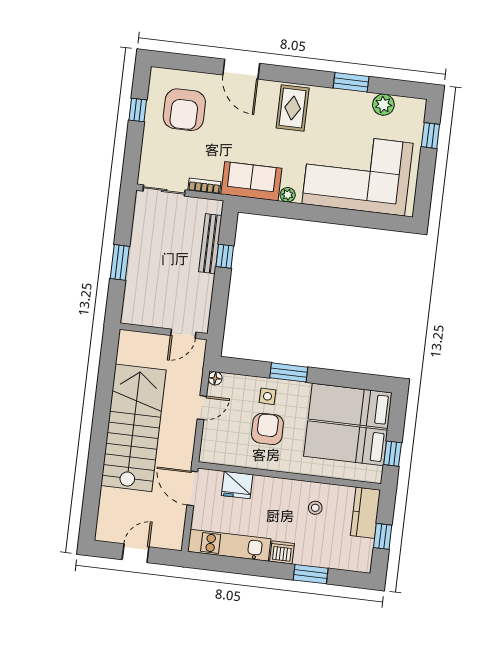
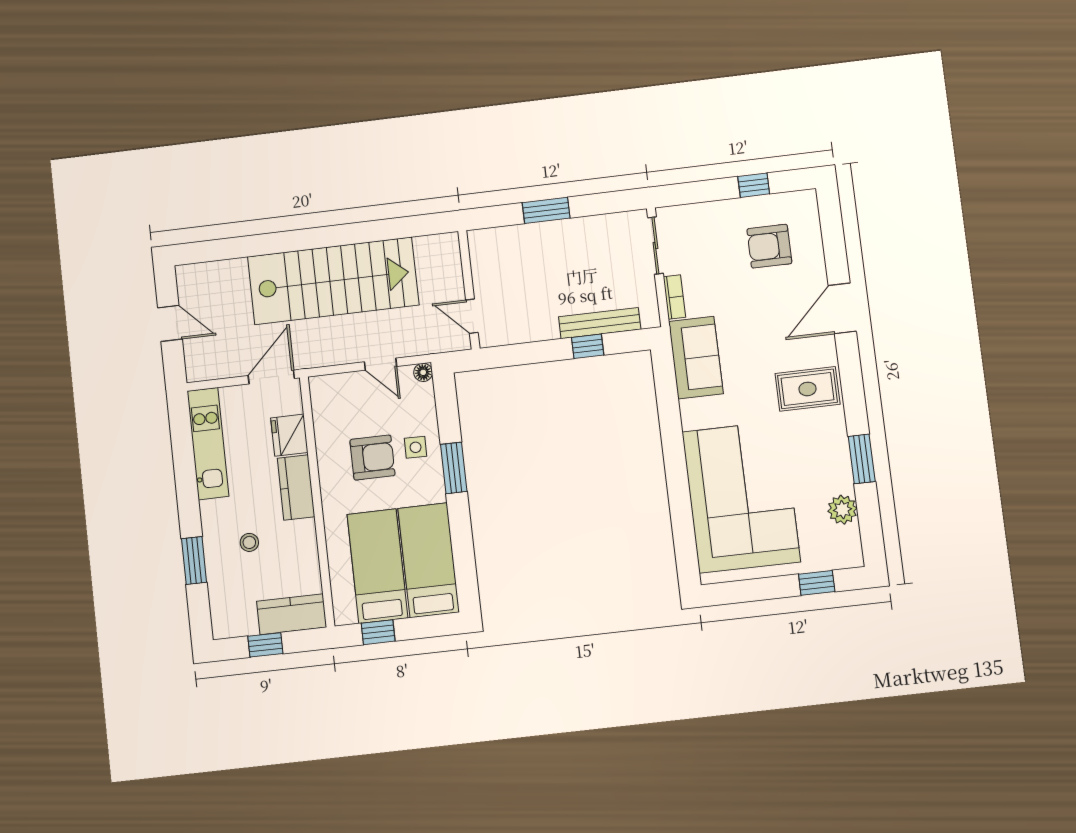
armchair: (184, 110) -> (769, 246), width x0.73, depth x0.73
plant: (288, 195) -> (690, 410), removed
kitchen counter: (276, 489) -> (296, 487), added
stool: (315, 508) -> (249, 542), moved
dishwasher: (282, 552) -> (214, 516), removed

